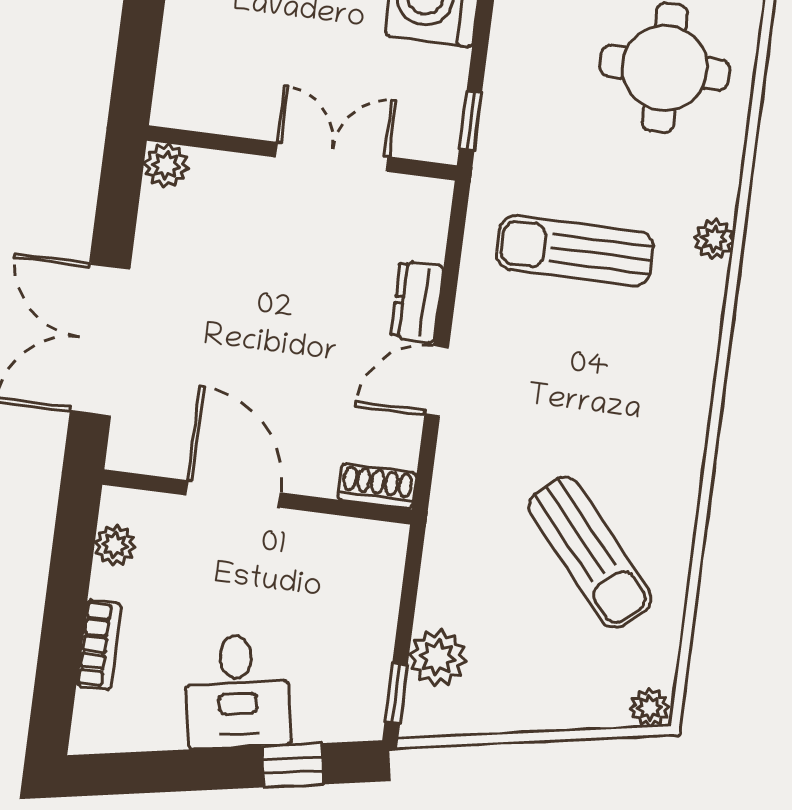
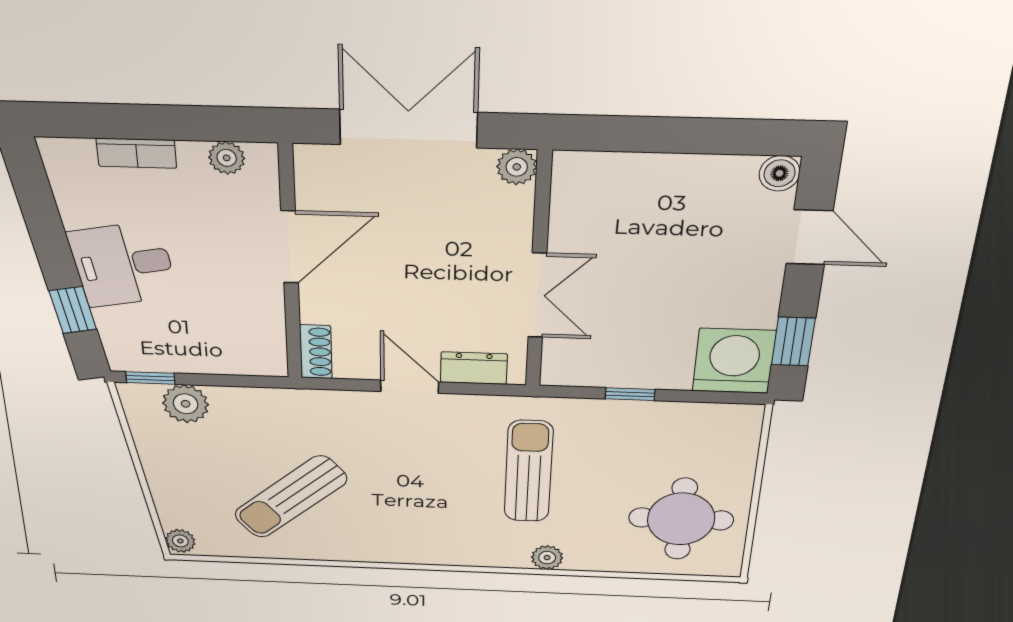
wall: (302, 153) -> (539, 273), moved
double door: (332, 157) -> (537, 296), moved
plant: (166, 165) -> (517, 167), moved

